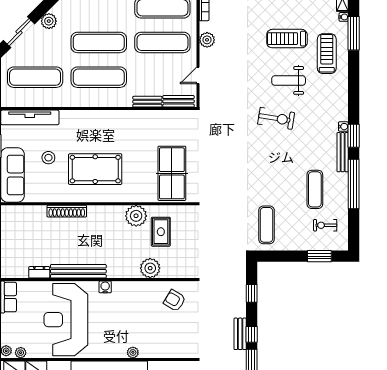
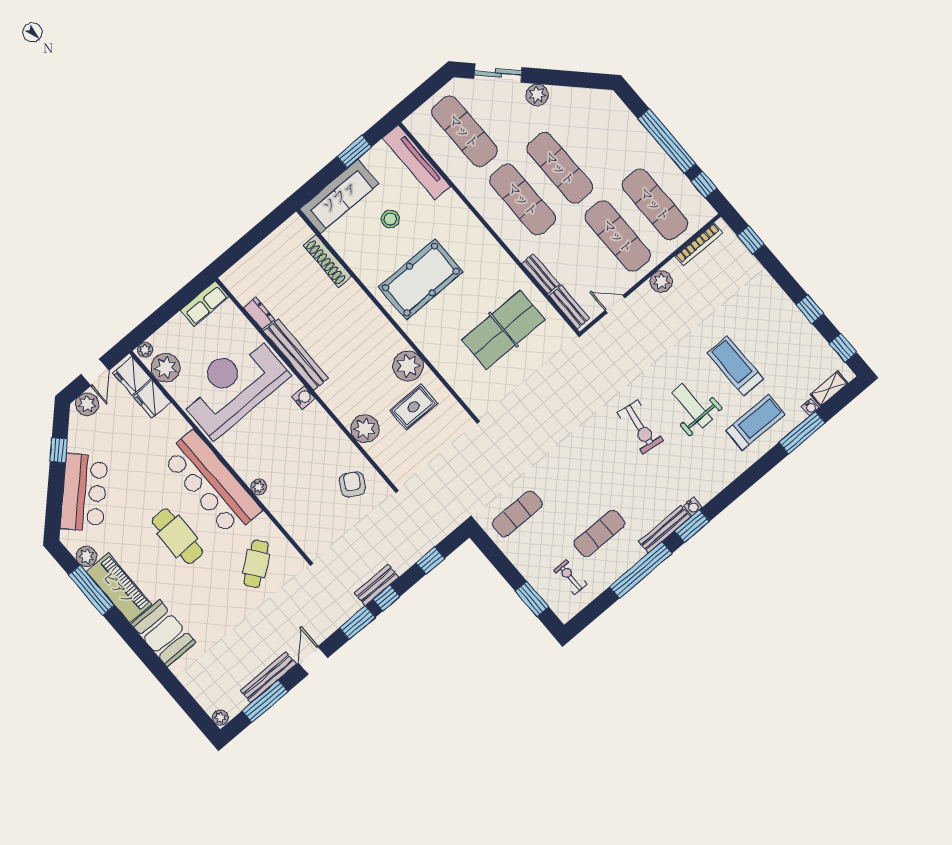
pool table: (95, 169) -> (421, 279), turned 90
table tennis table: (172, 173) -> (503, 330), moved
shoe rack: (67, 211) -> (327, 261), moved
plant: (21, 353) -> (166, 368), width x1.88, depth x1.88

